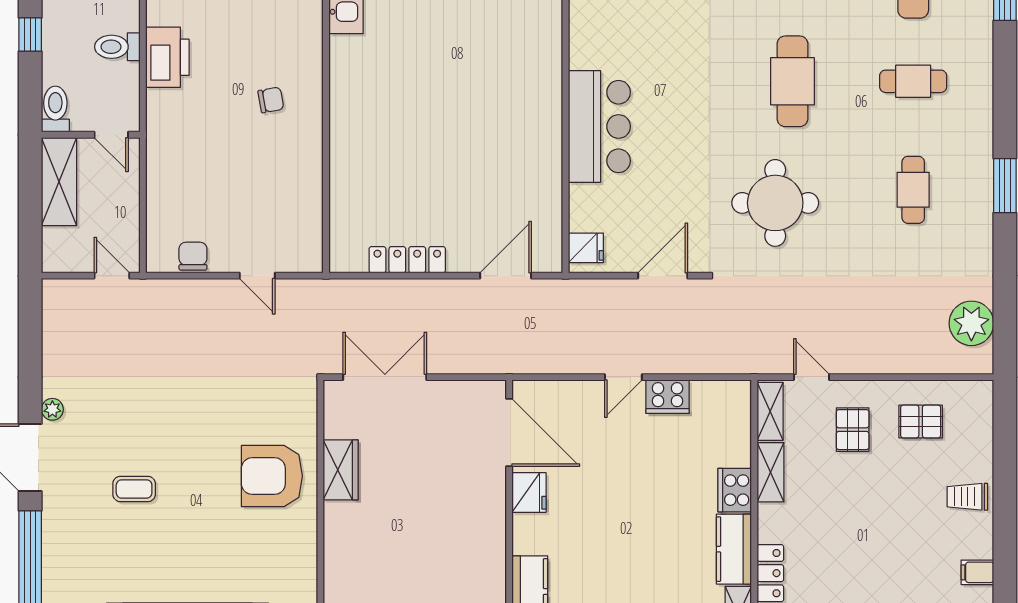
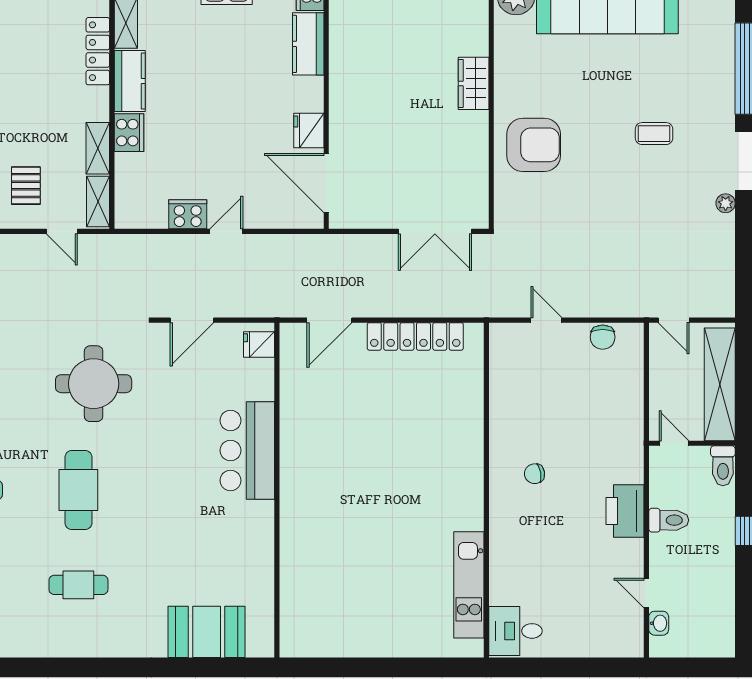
shelving: (59, 182) -> (720, 384), width x1.47
locker: (407, 260) -> (415, 336), width x1.41, depth x1.21
wardrobe: (341, 470) -> (474, 83), moved

